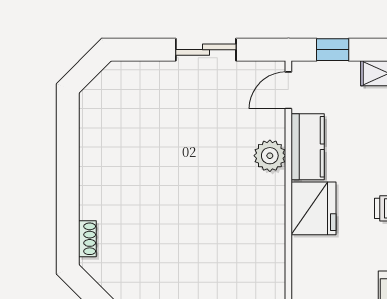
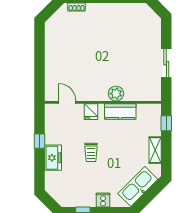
door: (288, 90) -> (67, 102), moved
fridge: (314, 208) -> (91, 112), width x0.53, depth x0.75

